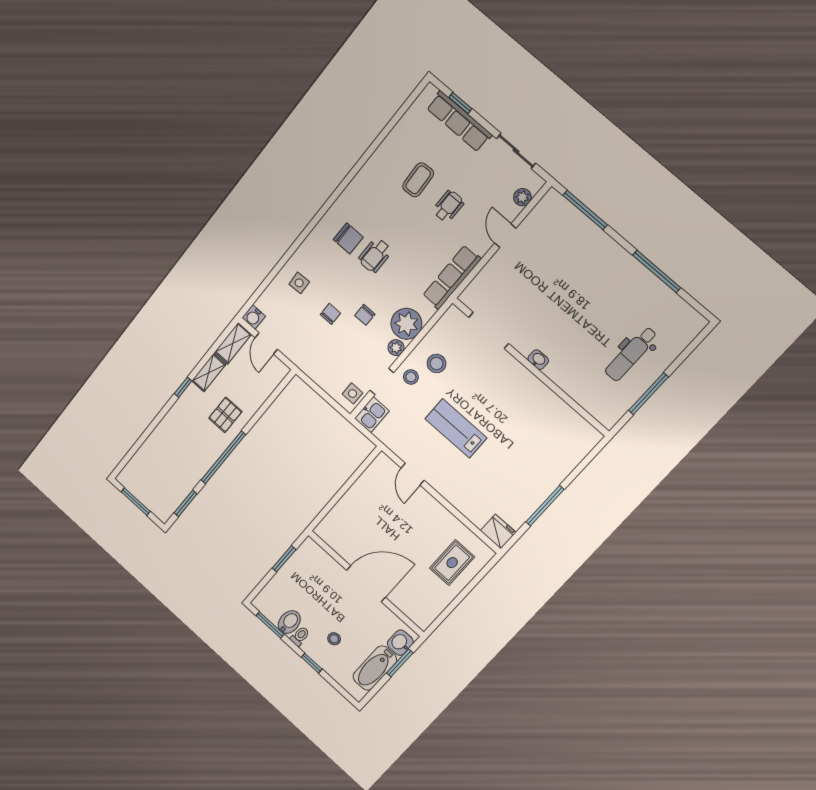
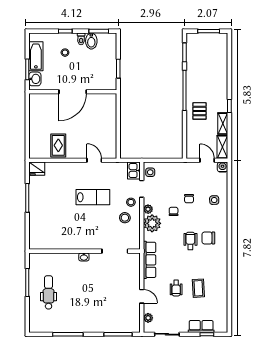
row of seats: (459, 121) -> (201, 326), width x0.68
rug: (452, 563) -> (58, 145), moved

